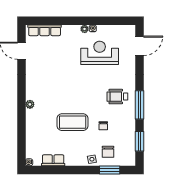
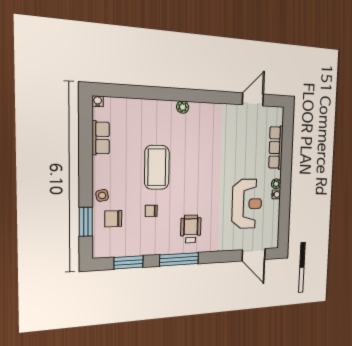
row of seats: (45, 30) -> (276, 148), moved

